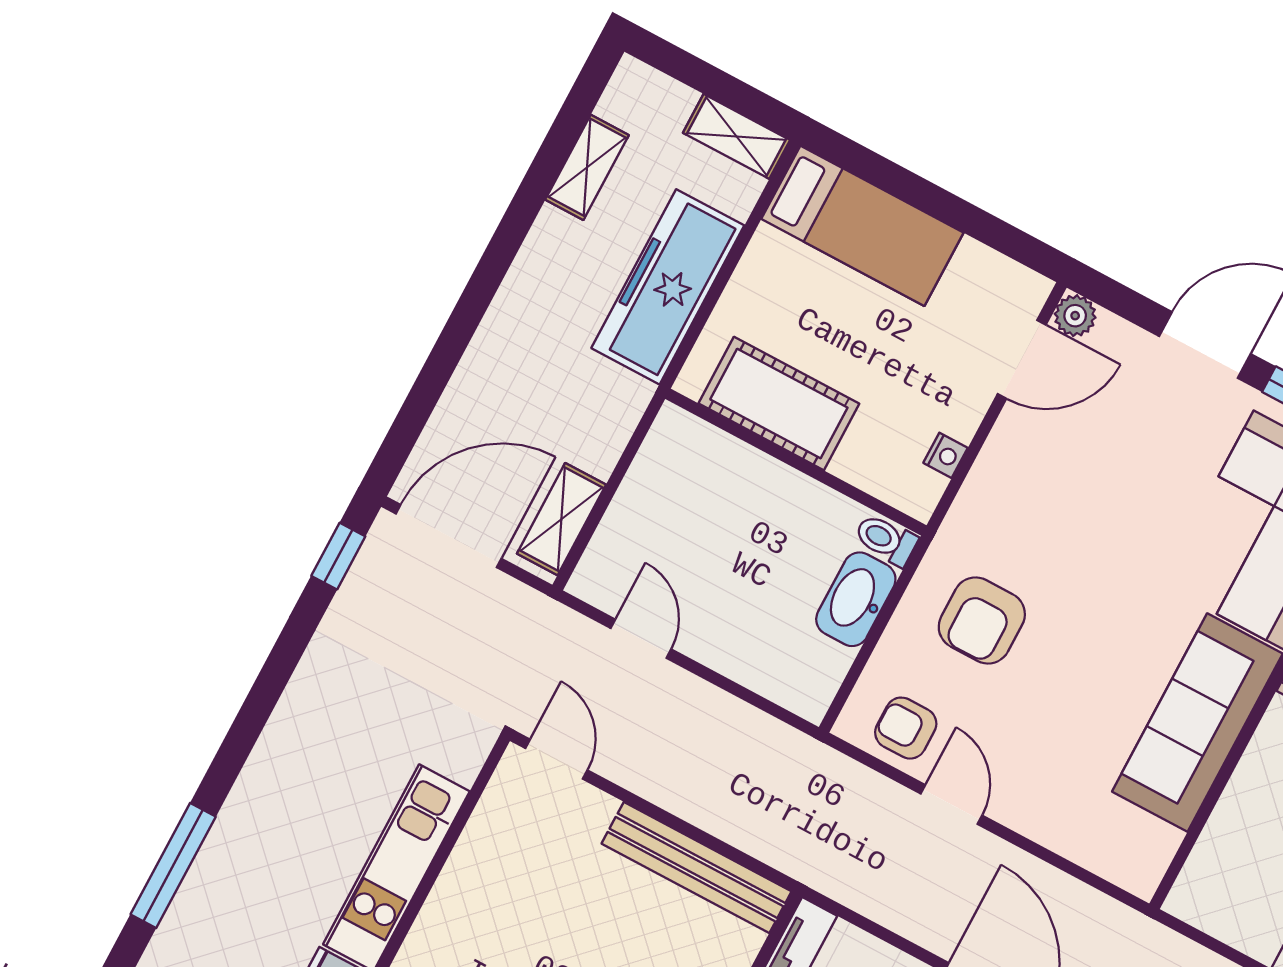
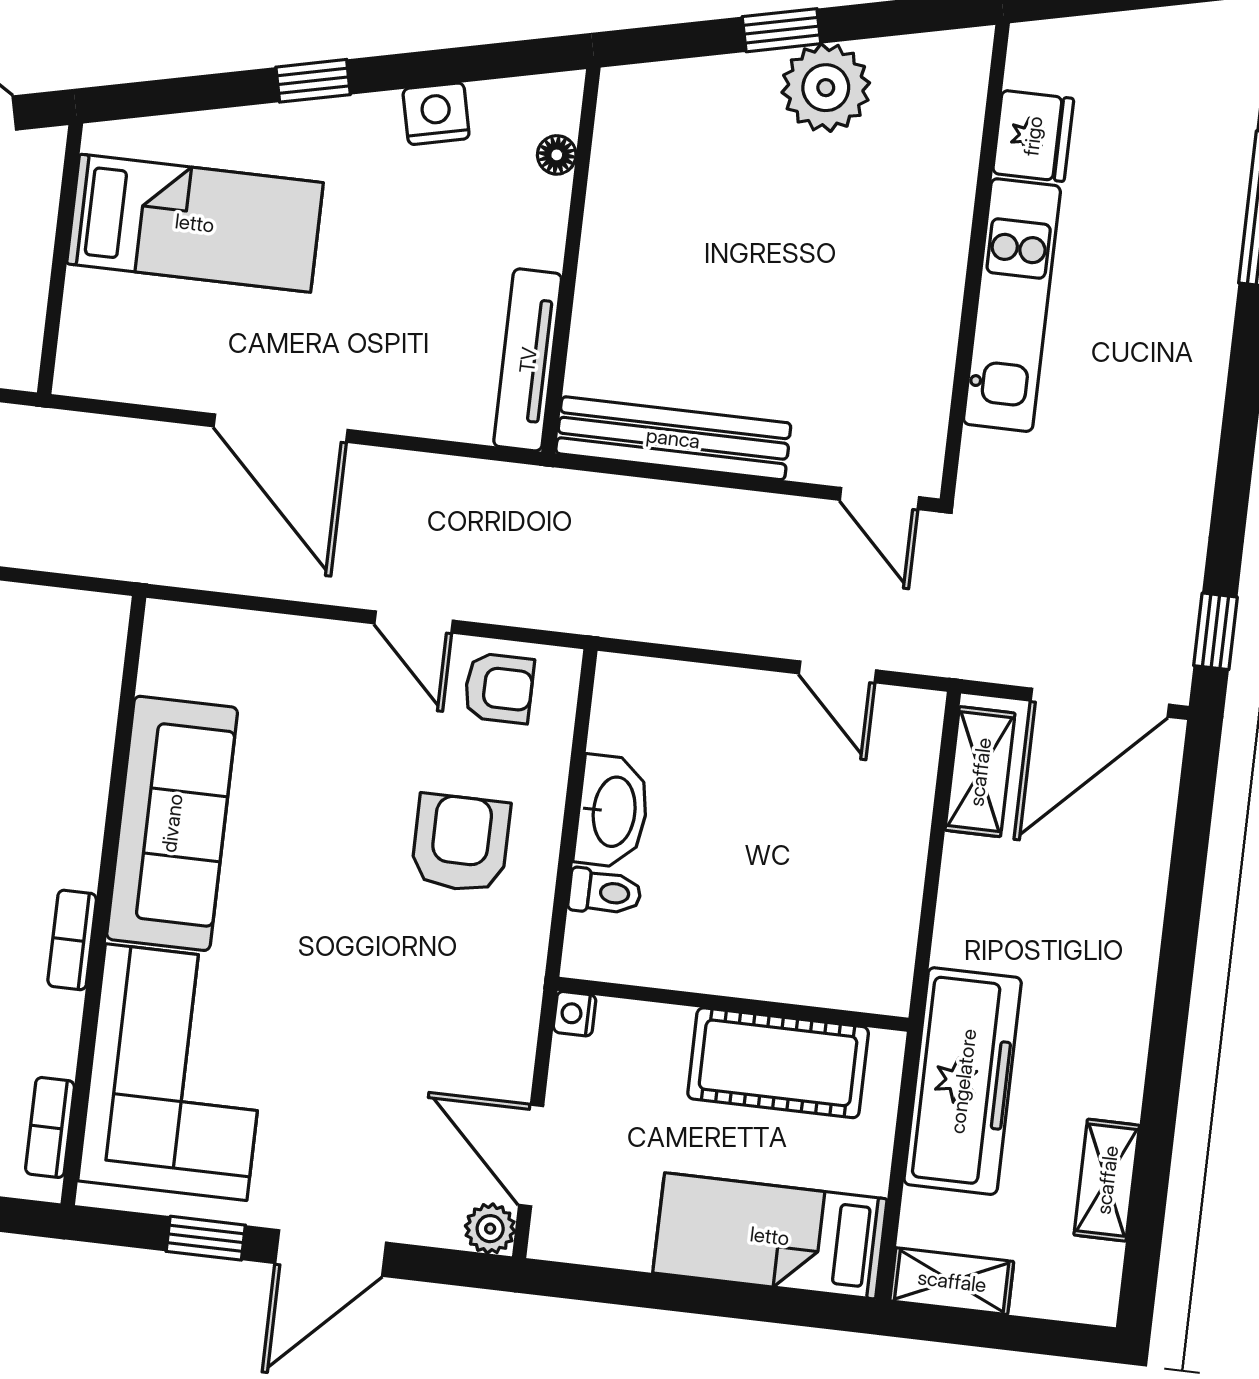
door: (1022, 359) -> (531, 1156), hinge flipped
cot: (779, 404) -> (778, 1063), moved
wall: (796, 462) -> (733, 1004), moved

